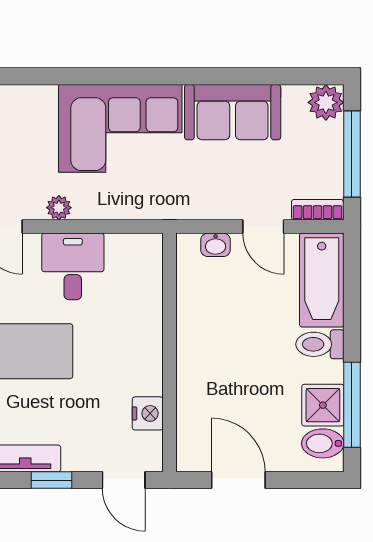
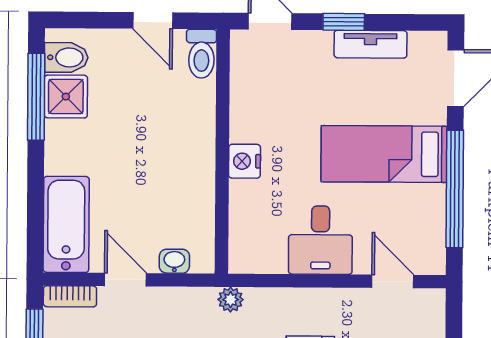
plant: (59, 208) -> (231, 300), moved
toilet: (320, 344) -> (201, 54), moved, turned 90
nightstand: (148, 413) -> (245, 161), moved
door: (238, 480) -> (153, 21), width x0.73

